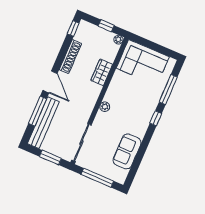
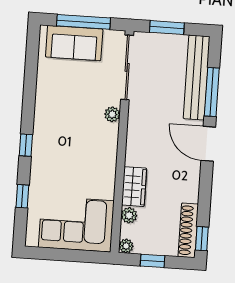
shoe rack: (70, 57) -> (188, 230), moved
plant: (110, 57) -> (129, 215), added
window: (168, 89) -> (22, 196), width x0.46
plant: (105, 107) -> (112, 114), moved
sofa: (127, 151) -> (74, 43), moved, turned 90

